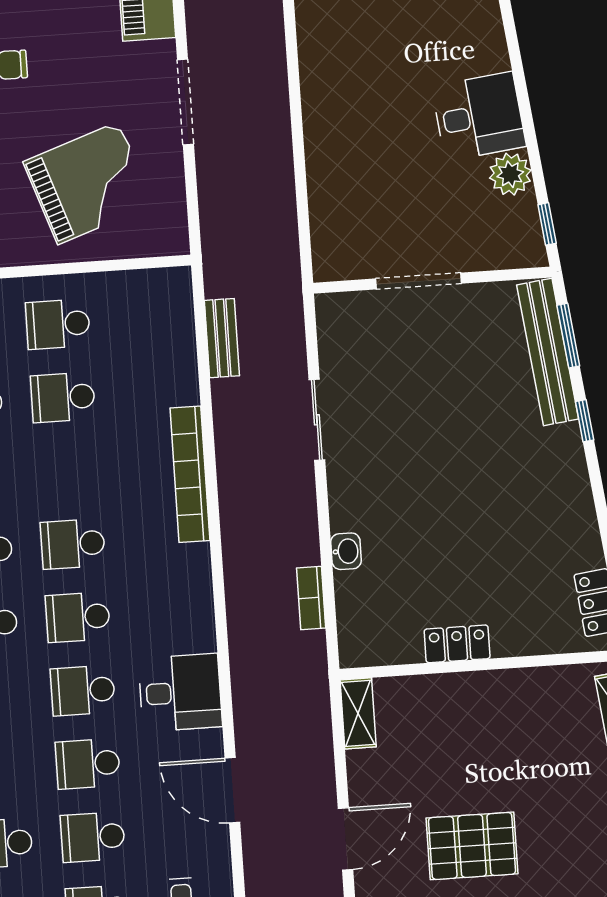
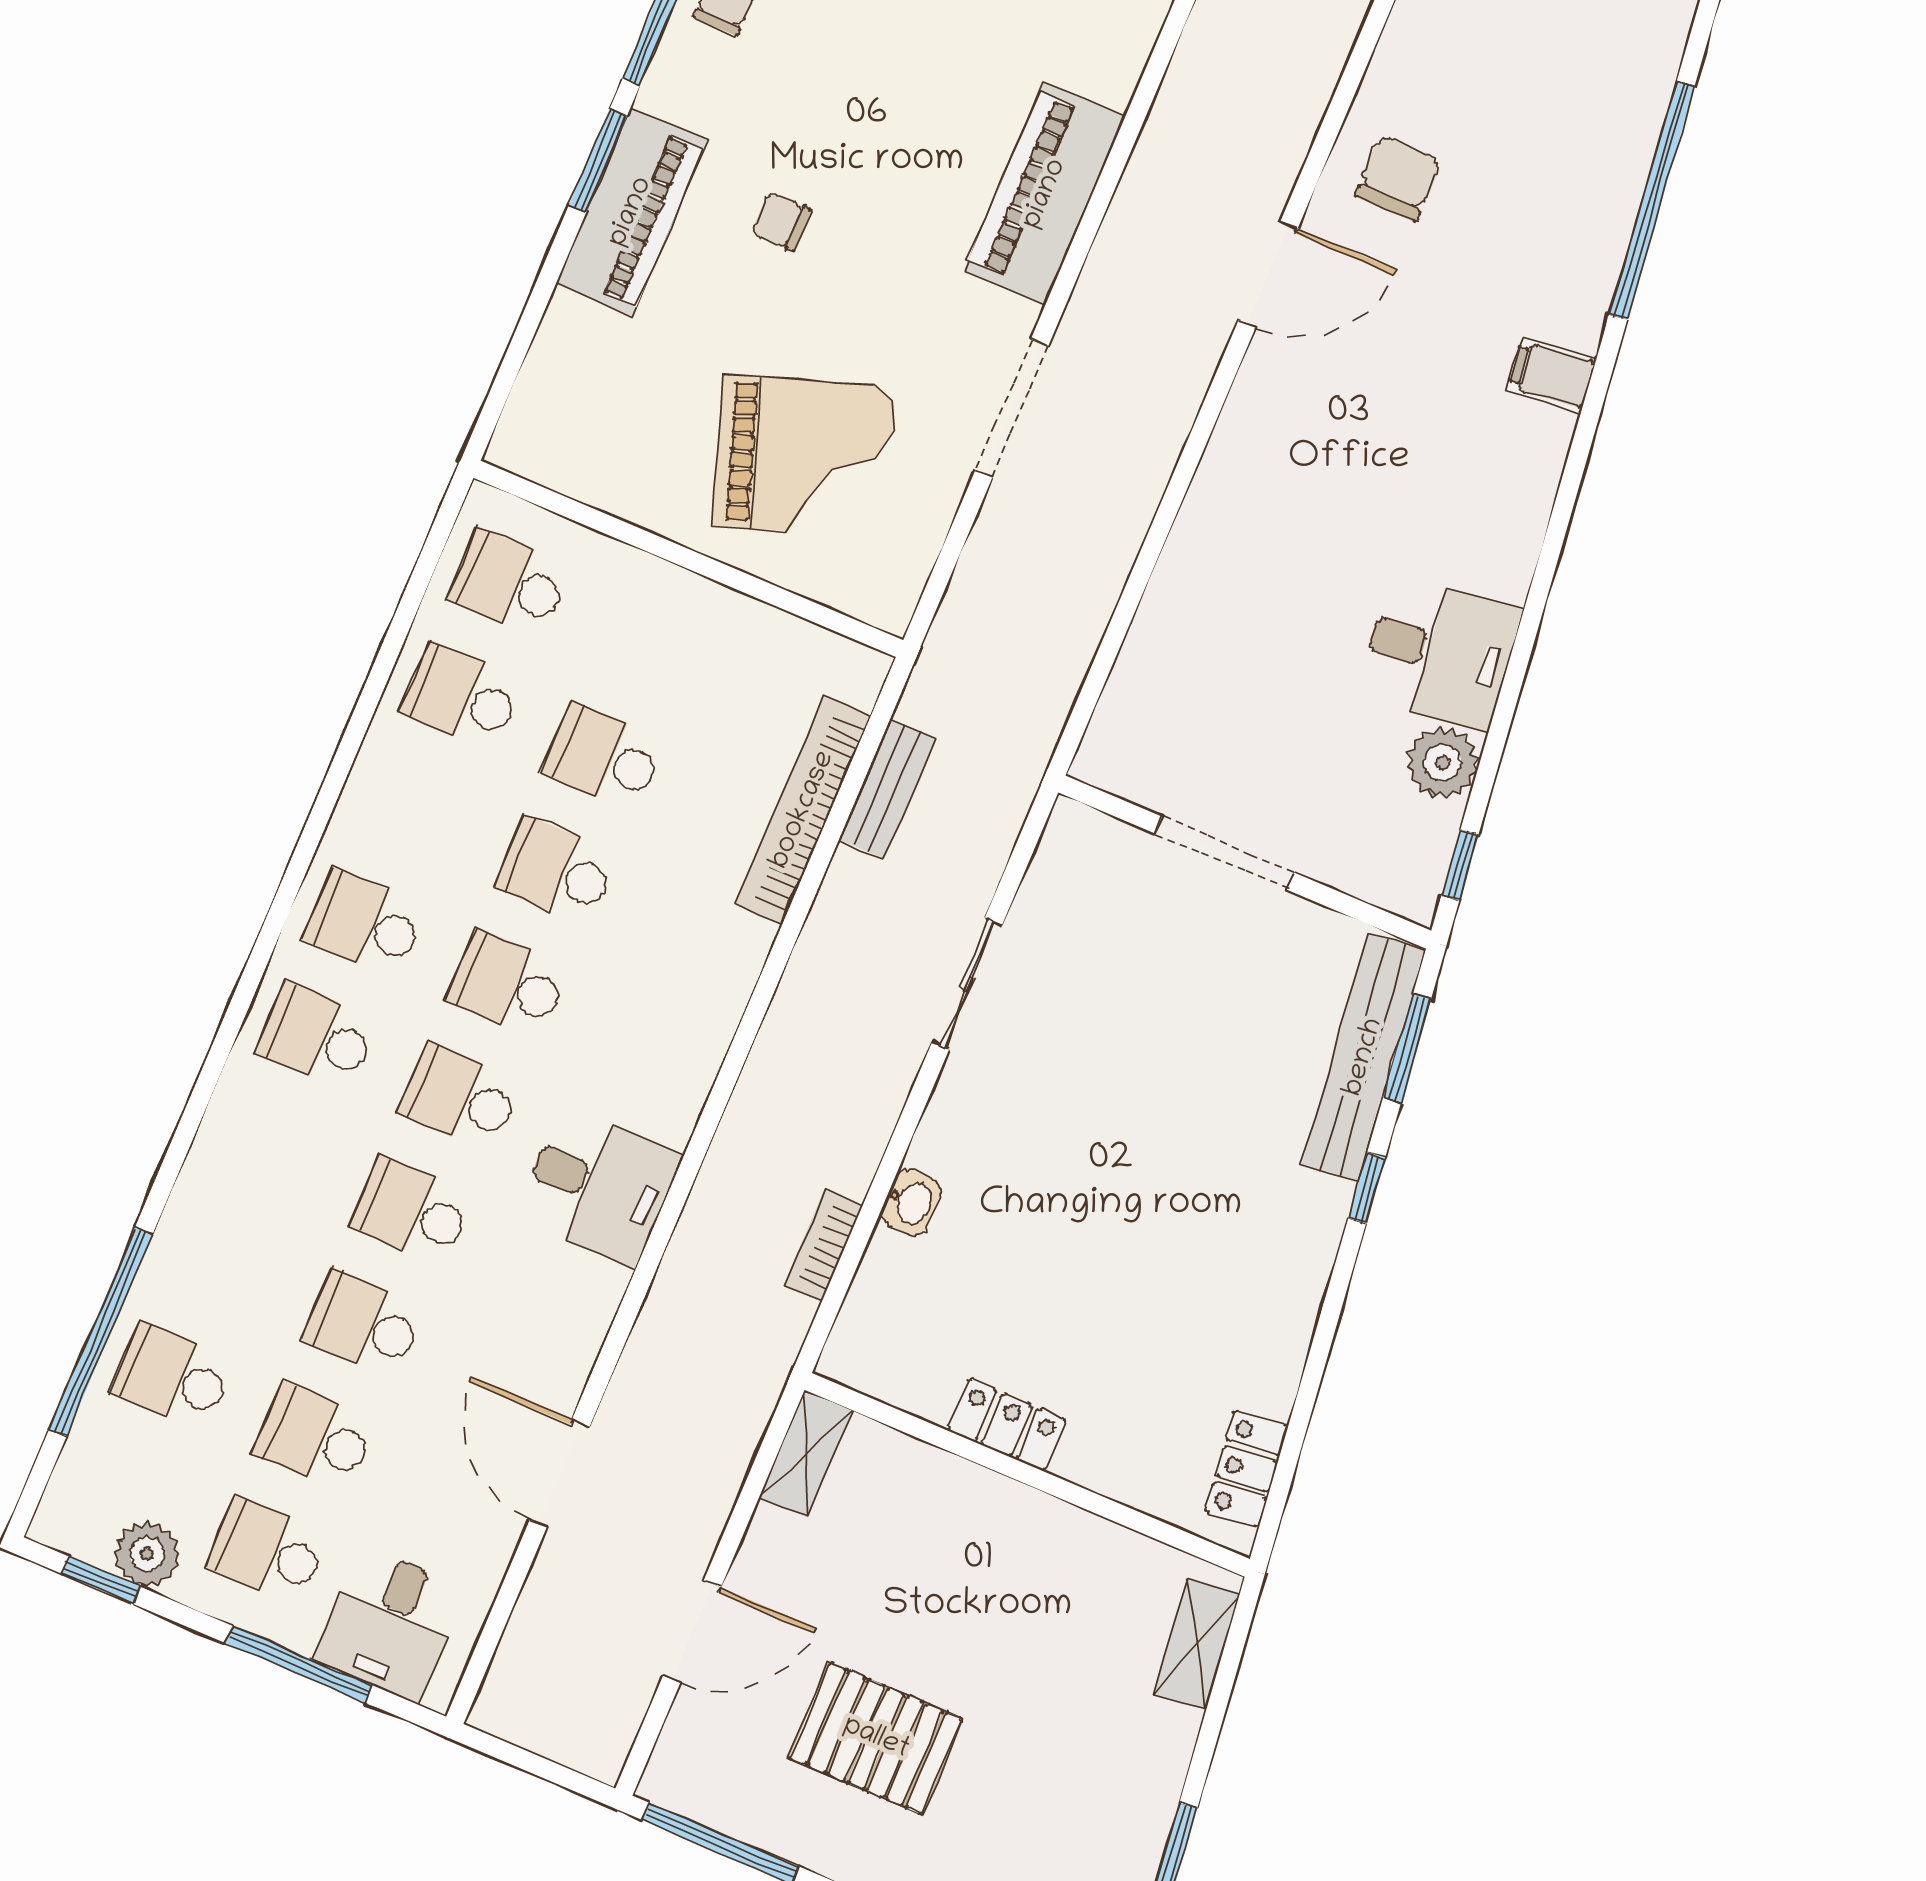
school desk: (58, 324) -> (556, 870), moved
bookcase: (190, 474) -> (803, 810), moved
desk: (180, 693) -> (599, 1186), moved

